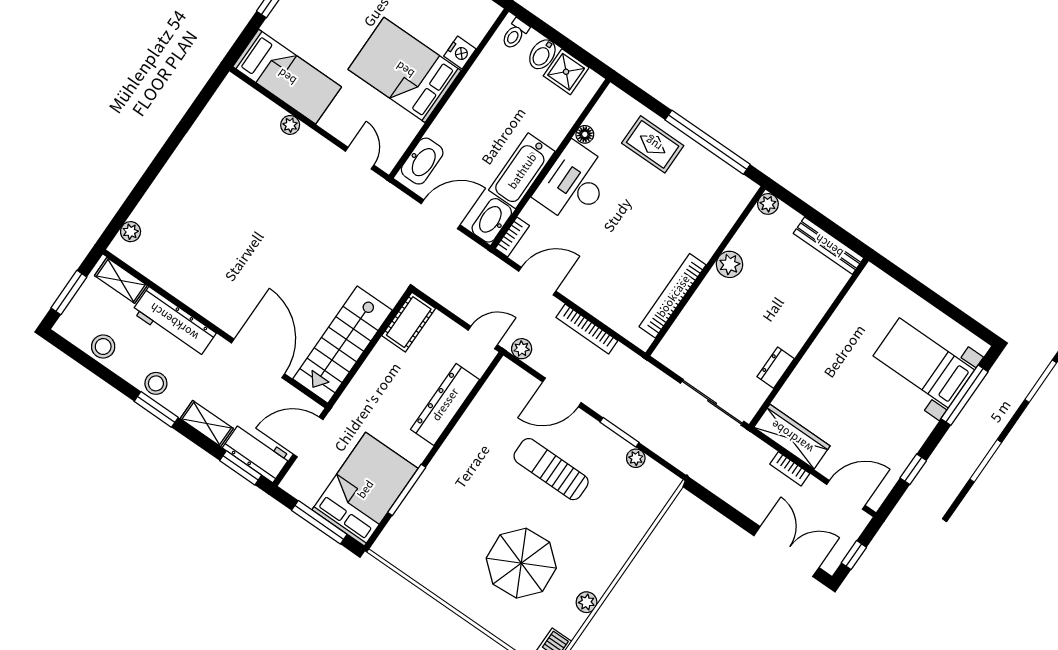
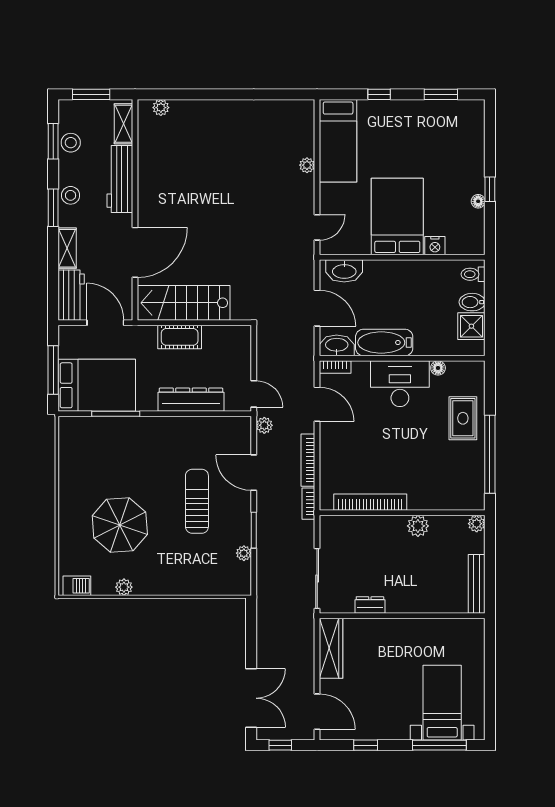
cot: (409, 322) -> (180, 337), moved
window: (241, 468) -> (53, 141), moved
bookcase: (790, 469) -> (308, 504), moved

